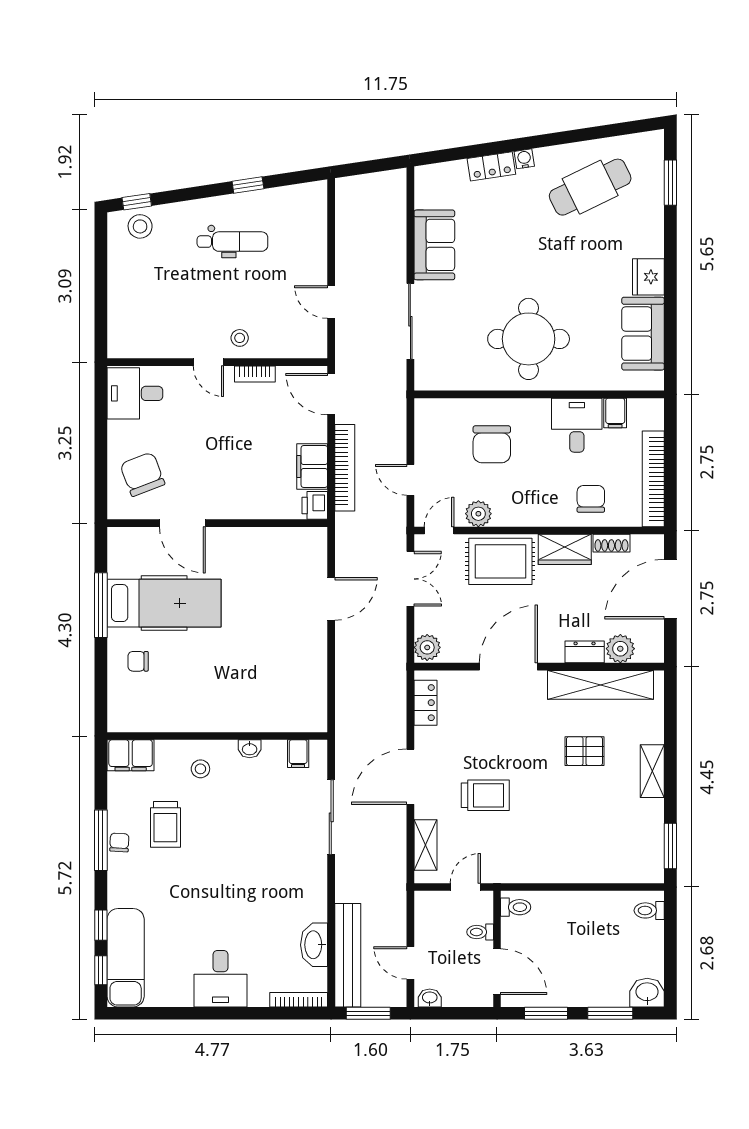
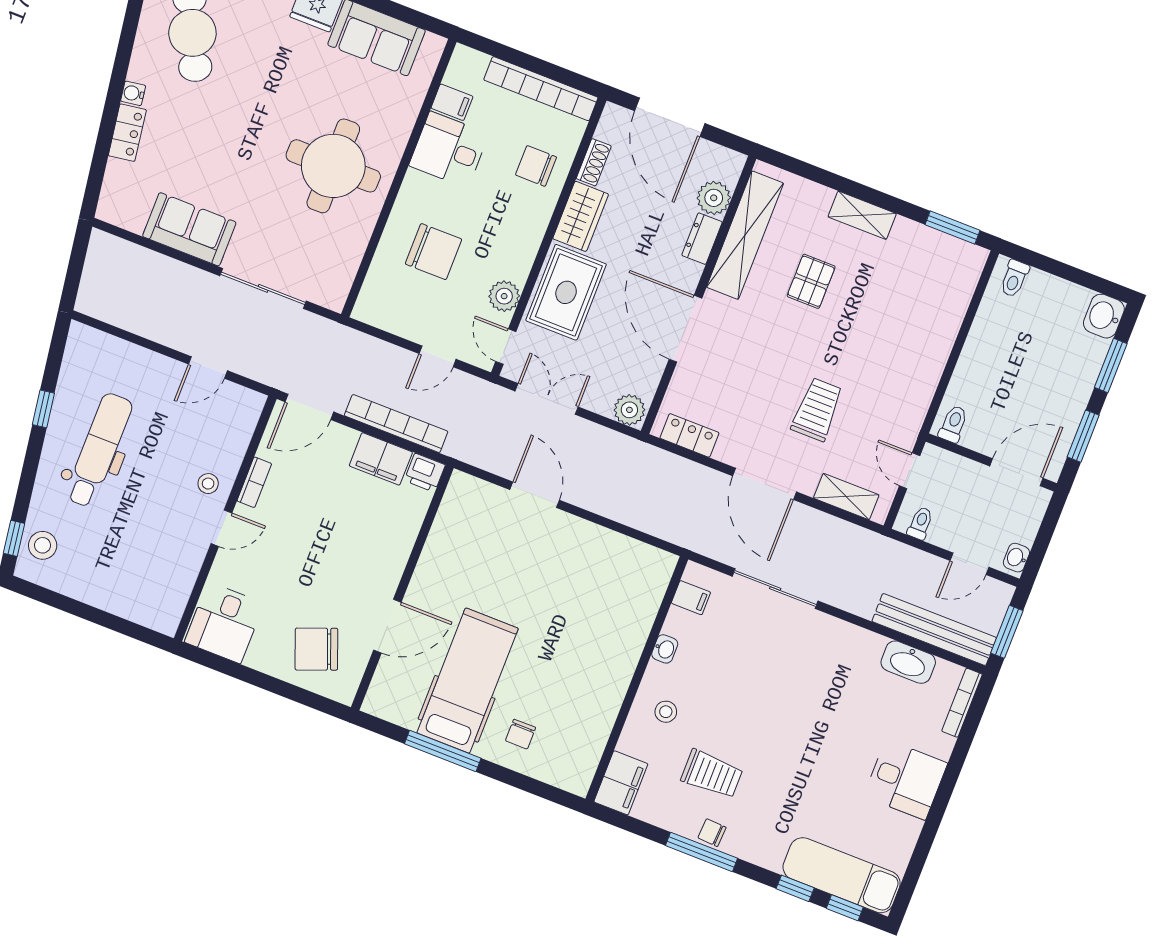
dental chair: (232, 242) -> (99, 450), width x1.36, depth x1.38
toilet: (480, 932) -> (920, 523), moved, turned 180

